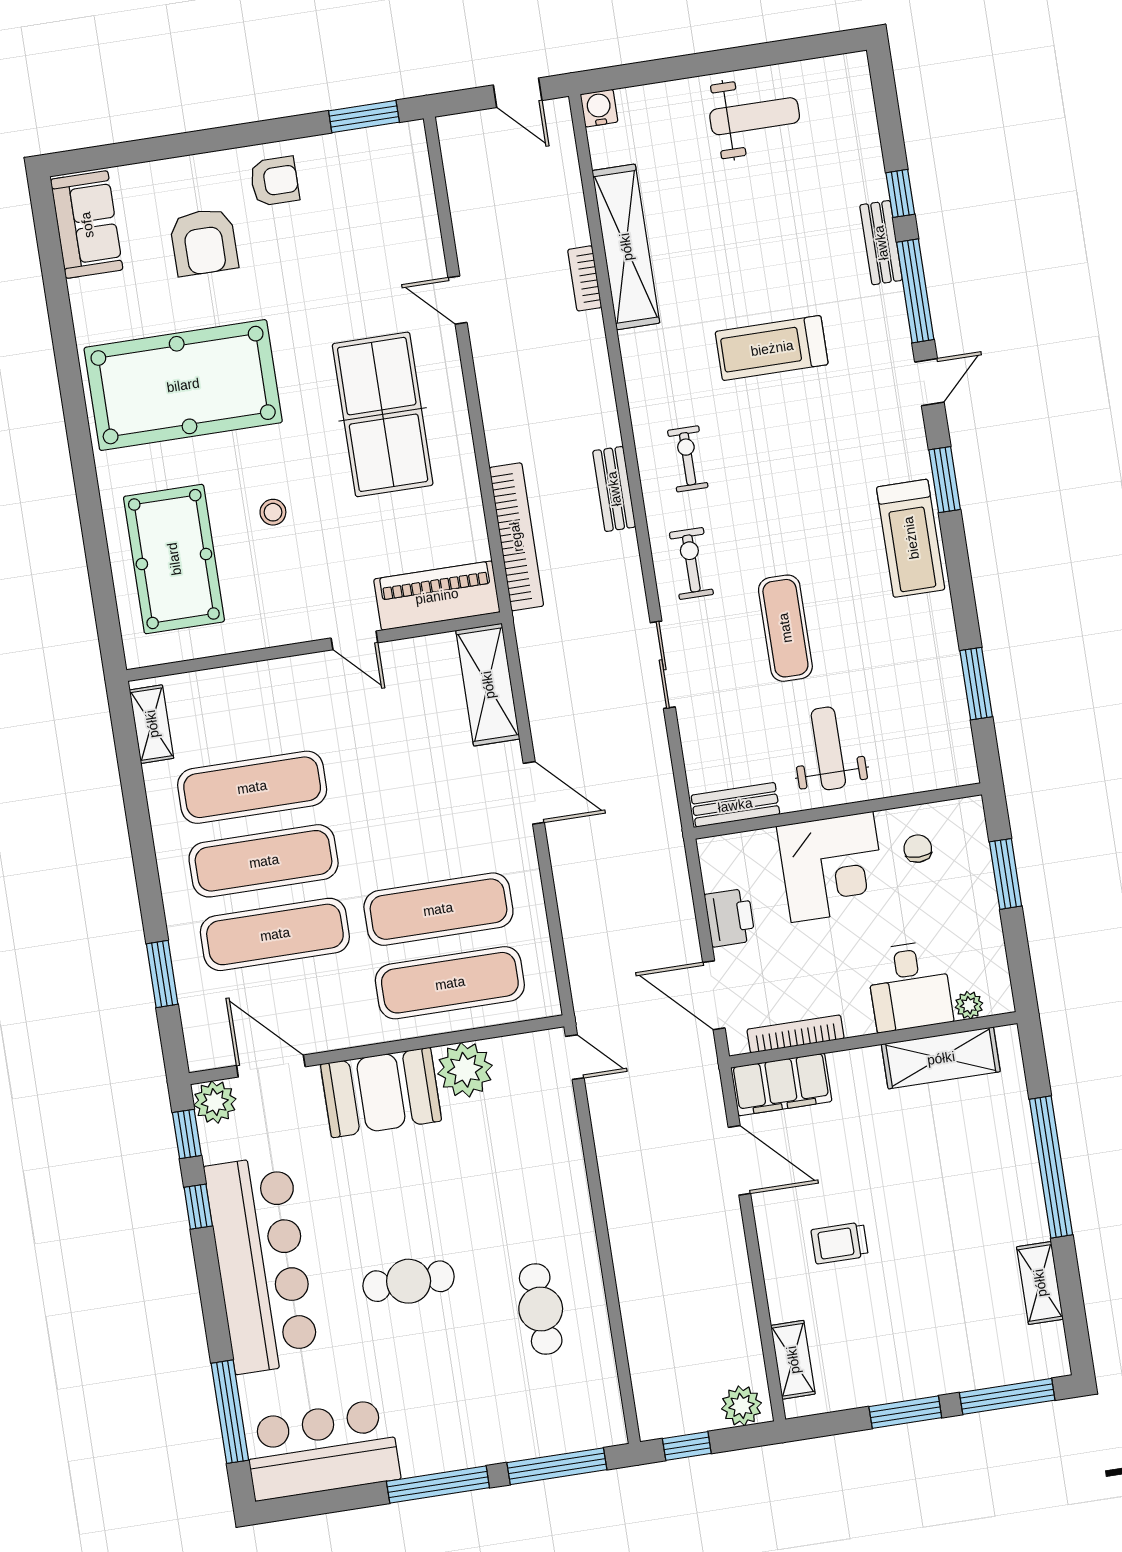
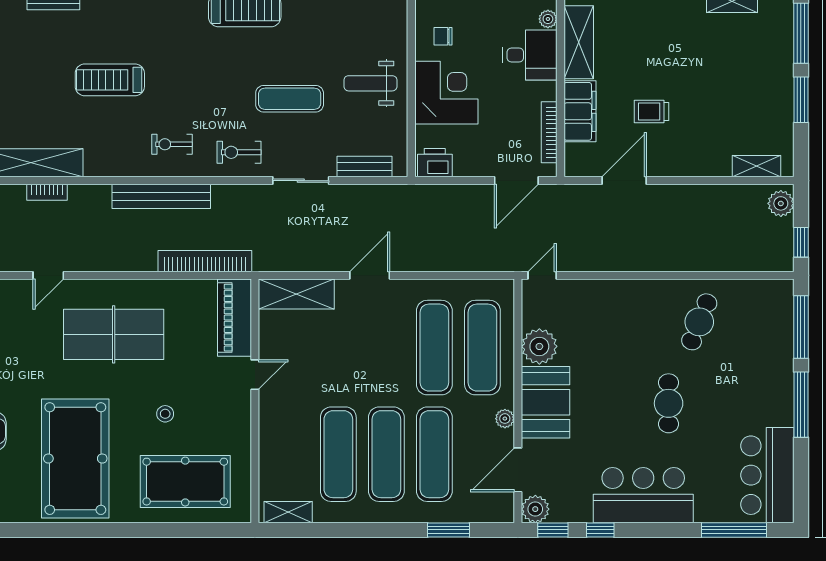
treadmill: (772, 348) -> (110, 80), turned 90
bench: (614, 489) -> (161, 196), width x1.86, depth x1.21
bench: (735, 805) -> (365, 167), moved, turned 90
printer: (730, 918) -> (435, 163), moved
plant: (346, 1034) -> (505, 419), added
filing cabinet: (781, 1084) -> (580, 111), moved
trolley: (840, 1243) -> (651, 112), moved, turned 90
bar counter: (262, 1264) -> (643, 495), width x0.73
cafe table: (541, 1309) -> (699, 322), turned -66

